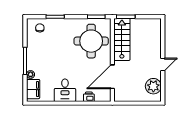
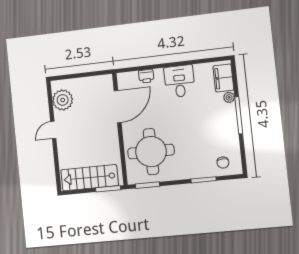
stairs: (122, 39) -> (90, 178), moved, turned 90

